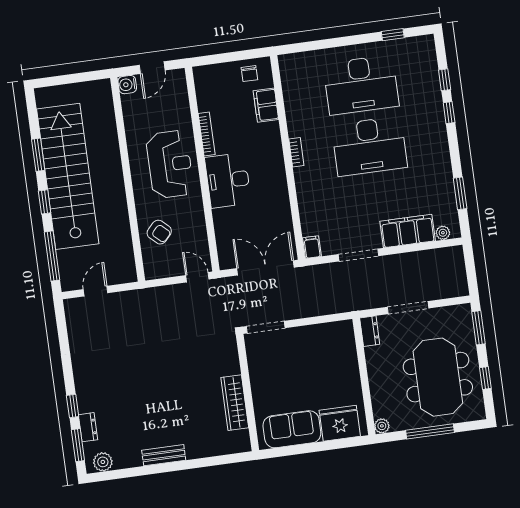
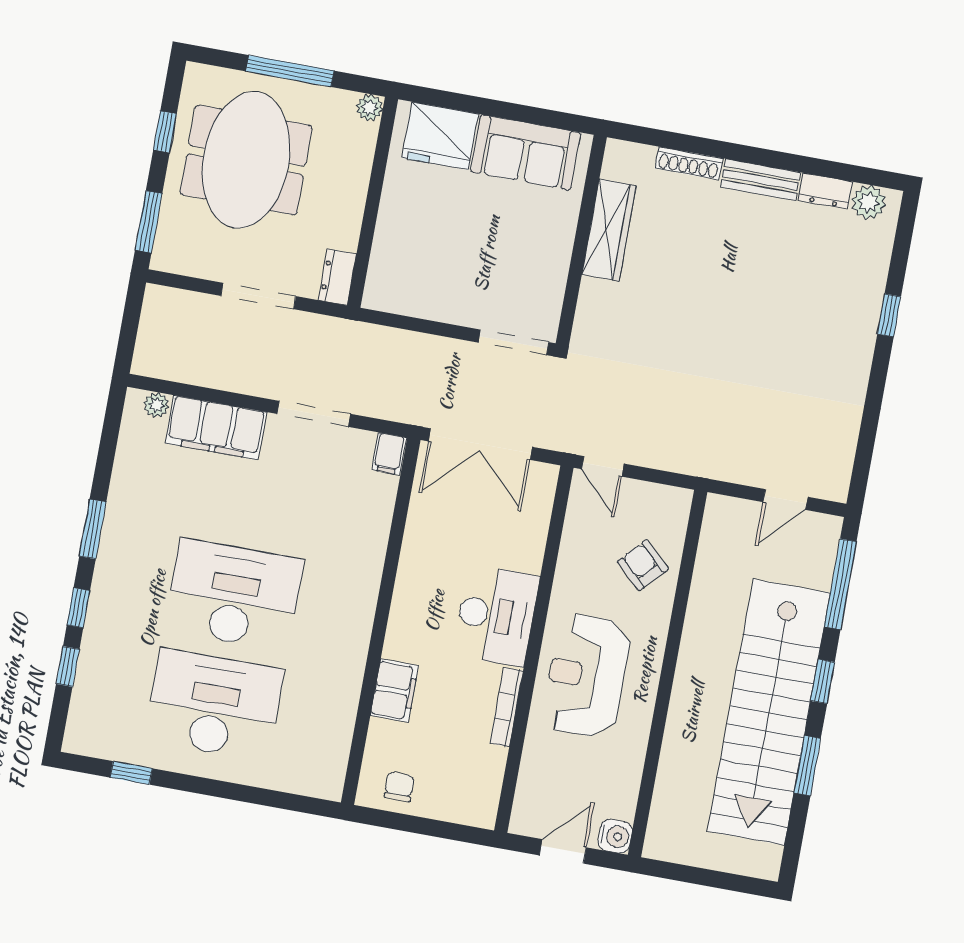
filing cabinet: (266, 105) -> (394, 691), moved
bookcase: (296, 152) -> (363, 625), removed
window: (460, 193) -> (93, 529), moved
dresser: (88, 427) -> (825, 191), moved, turned -90
window: (78, 445) -> (902, 245), removed
shoe rack: (204, 452) -> (689, 163), added

